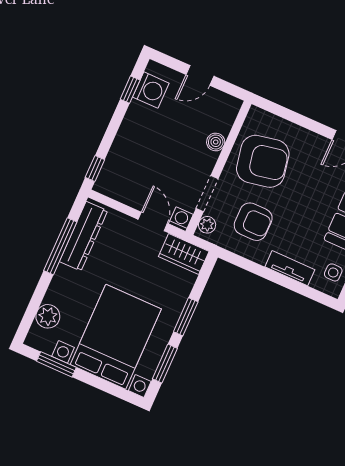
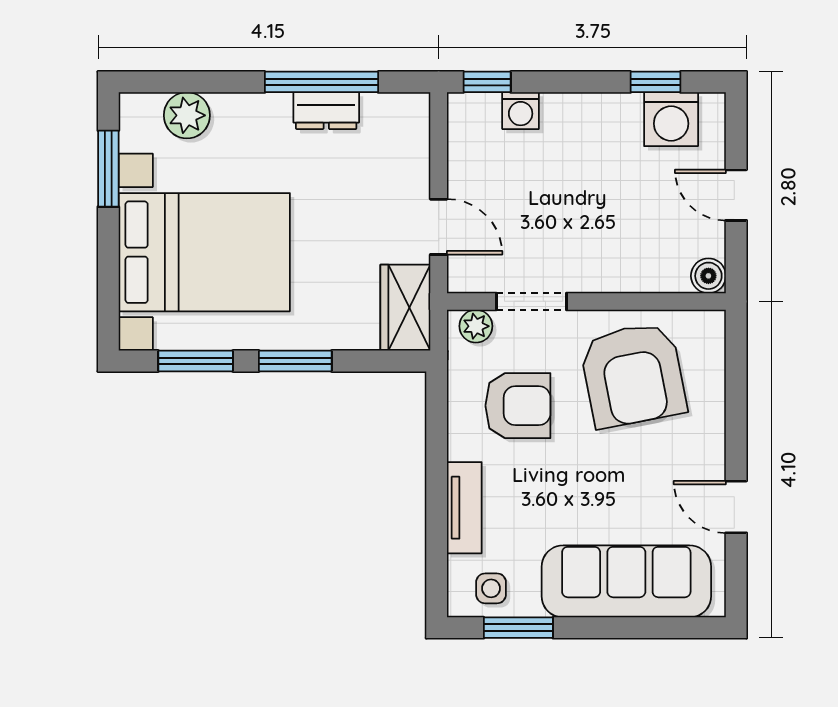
boiler: (216, 142) -> (708, 276), moved
washing machine: (181, 219) -> (521, 111), moved, turned 90
door: (153, 222) -> (439, 227), hinge flipped
armchair: (253, 222) -> (518, 406), turned -90
dresser: (84, 236) -> (326, 111), width x0.51, depth x0.80

